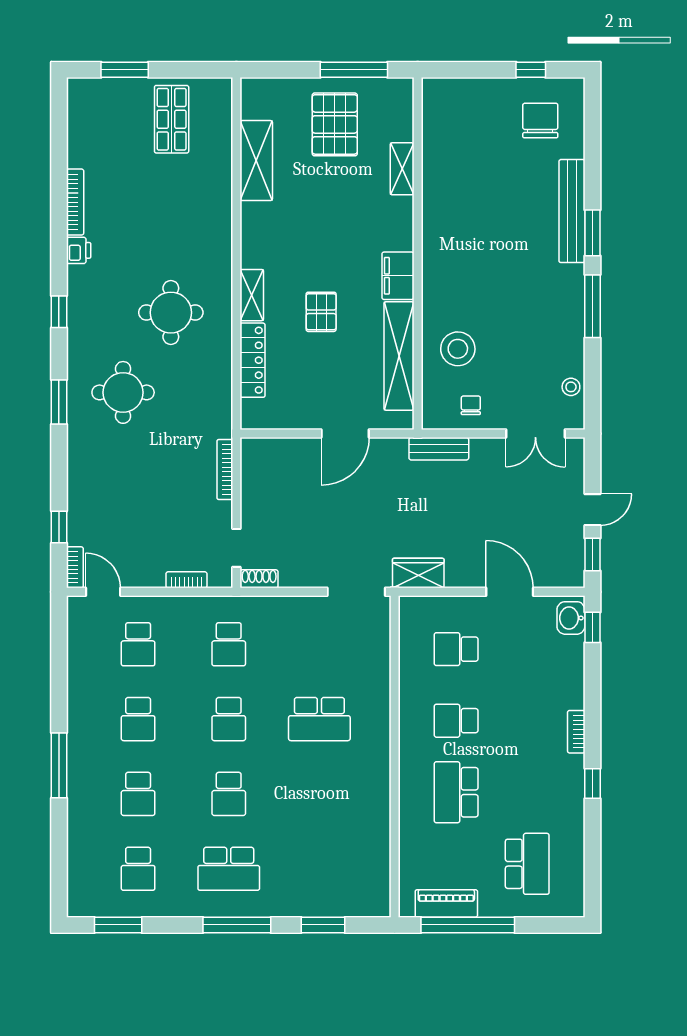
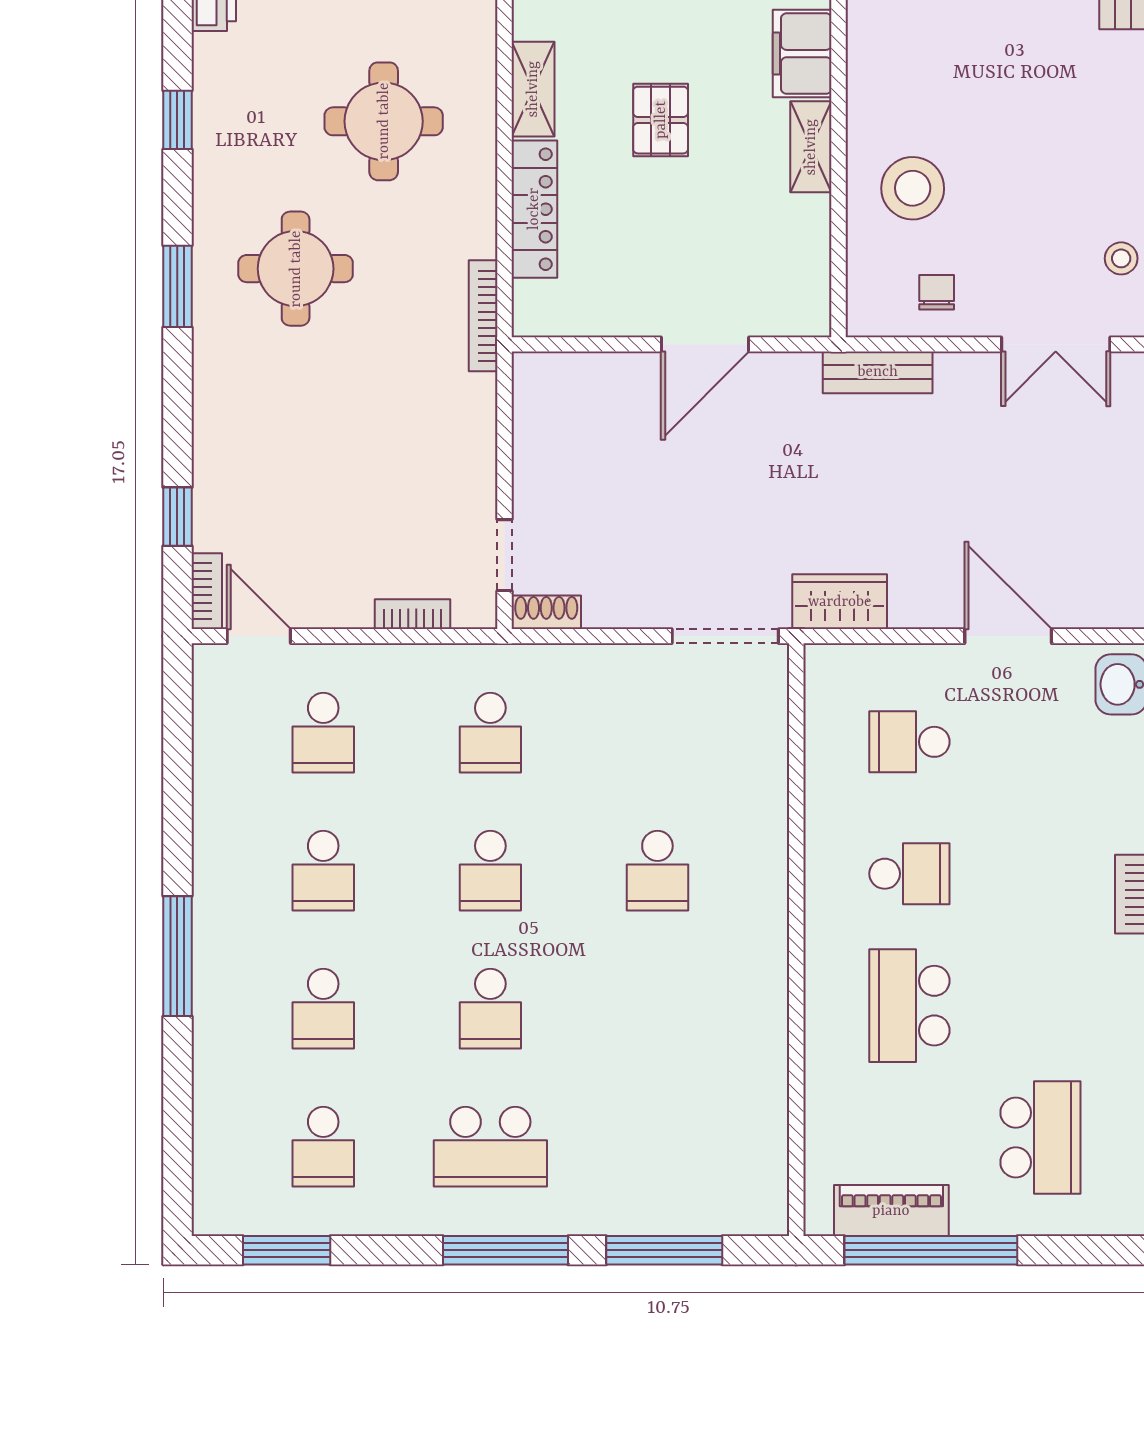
shelving: (399, 356) -> (811, 147), width x0.45, depth x0.75
bookcase: (225, 469) -> (483, 316), moved
school desk: (319, 719) -> (657, 871), width x0.54
school desk: (456, 721) -> (909, 874), turned 180
window: (323, 925) -> (664, 1250), width x1.44

